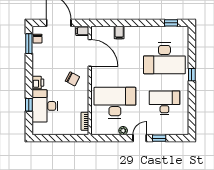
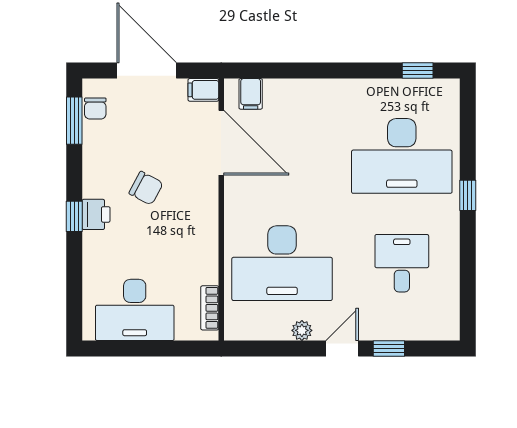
filing cabinet: (119, 33) -> (251, 94), moved
chair: (72, 79) -> (146, 188), moved
desk: (115, 103) -> (282, 263), turned 180
desk: (164, 103) -> (402, 263), width x0.73
window: (29, 105) -> (74, 216), moved
desk: (45, 106) -> (135, 310), moved, turned -90

